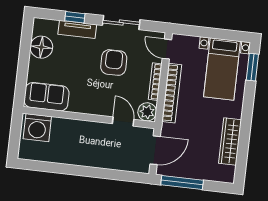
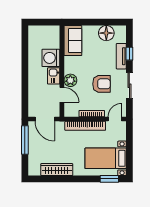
plant: (147, 112) -> (70, 80), moved
door: (123, 122) -> (62, 95), hinge flipped
washing machine: (37, 128) -> (51, 58), moved
kitchen sink: (94, 130) -> (54, 76), added

